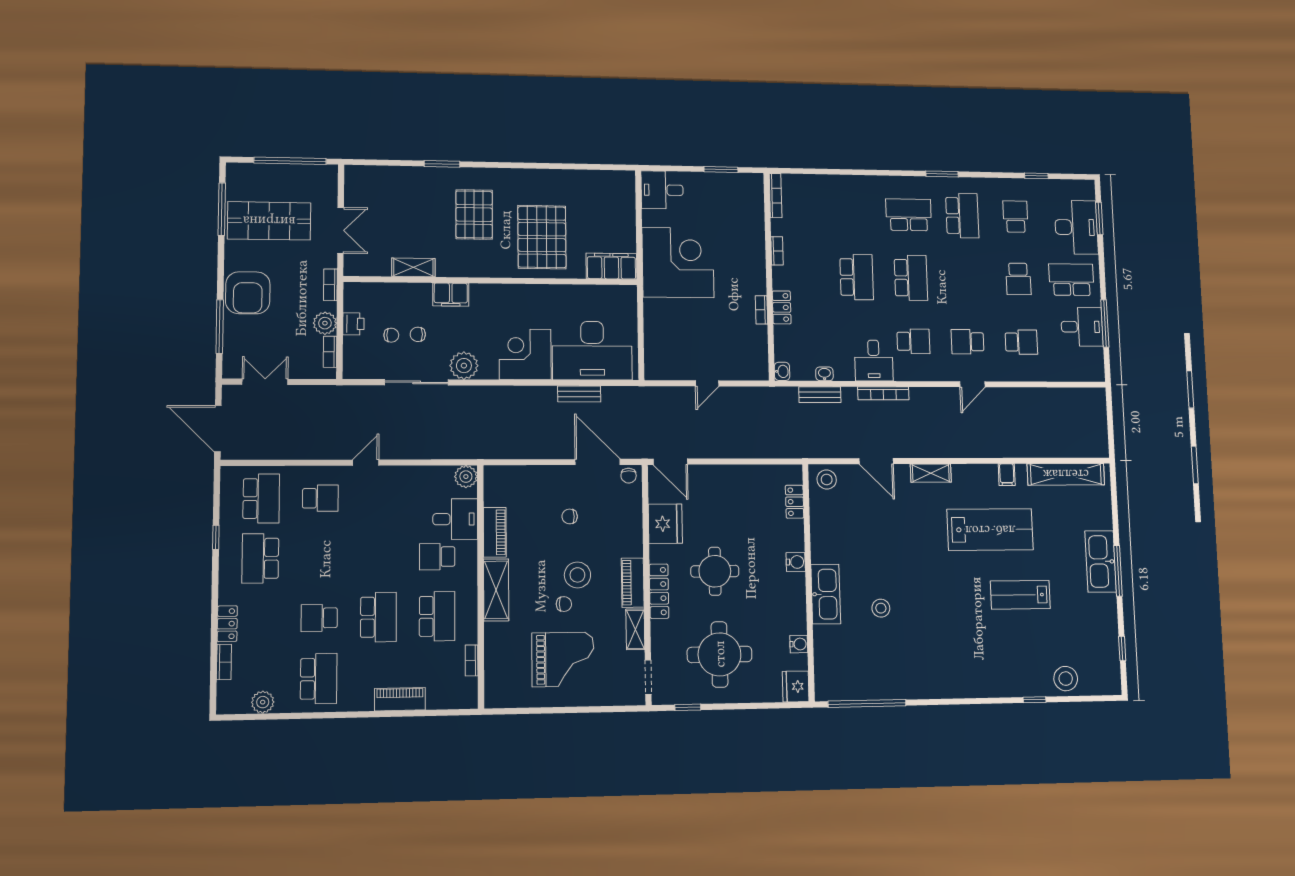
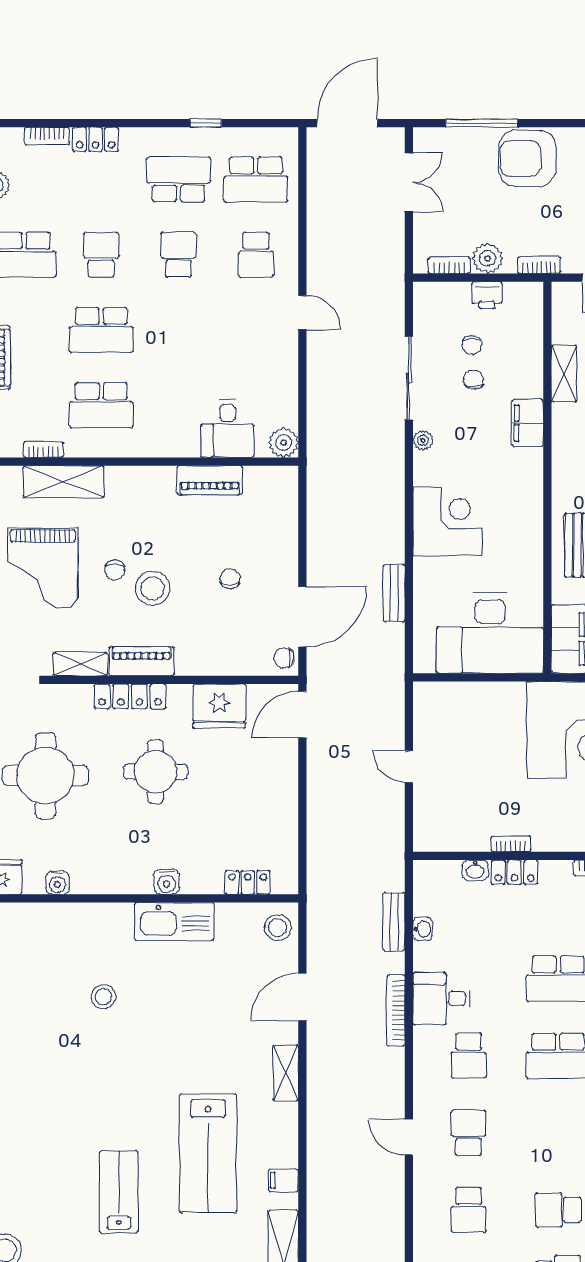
desk: (592, 351) -> (490, 633), moved, turned -90
plant: (464, 366) -> (423, 440), width x0.53, depth x0.53
washbasin: (782, 371) -> (475, 870), moved
school desk: (437, 557) -> (179, 255), moved
shelving: (496, 590) -> (63, 482), moved
kitchen sink: (826, 594) -> (174, 922), moved

